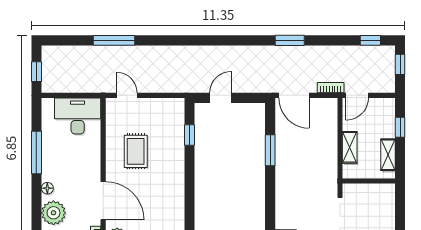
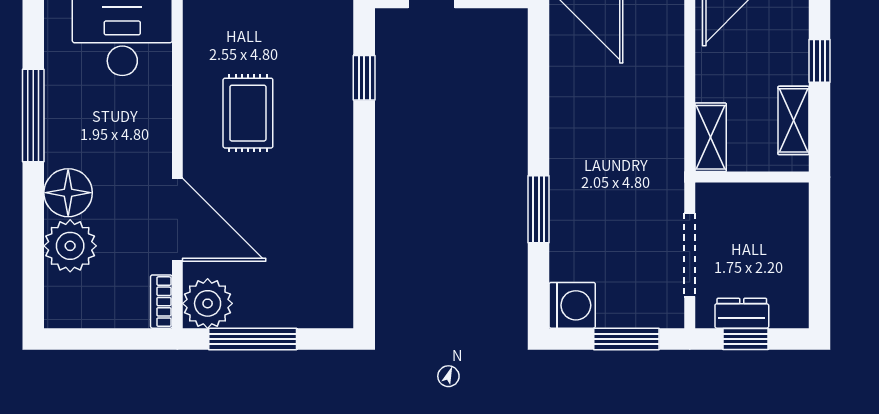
shelving: (350, 147) -> (711, 137), moved
window: (270, 150) -> (539, 209), moved
floor lamp: (47, 188) -> (68, 193), width x1.89, depth x1.89

